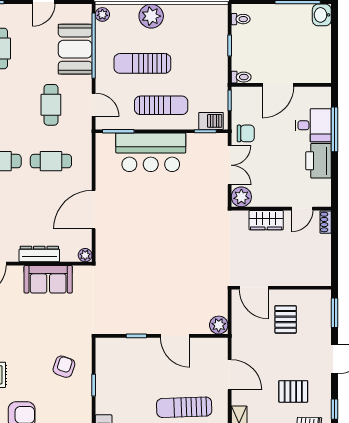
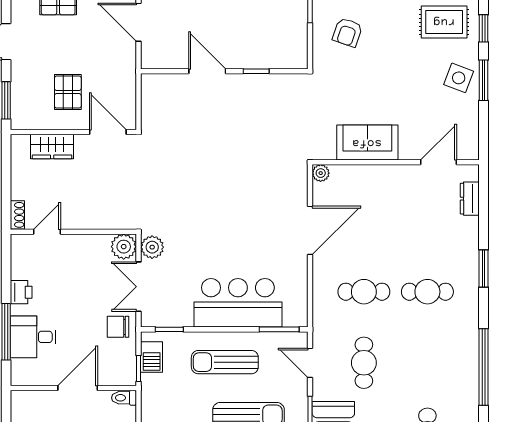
barbecue: (211, 121) -> (152, 357), moved, turned -90
printer: (319, 161) -> (21, 292), width x0.53, depth x0.68
wardrobe: (266, 220) -> (52, 146), moved, turned 180
dresser: (39, 254) -> (379, 174), removed
plant: (219, 325) -> (152, 247), moved

